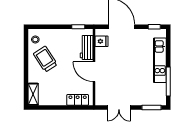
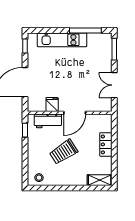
fridge: (101, 41) -> (52, 104), moved
trolley: (45, 59) -> (64, 152), moved
locker: (78, 100) -> (106, 144), moved
double door: (119, 107) -> (114, 85), swing flipped

